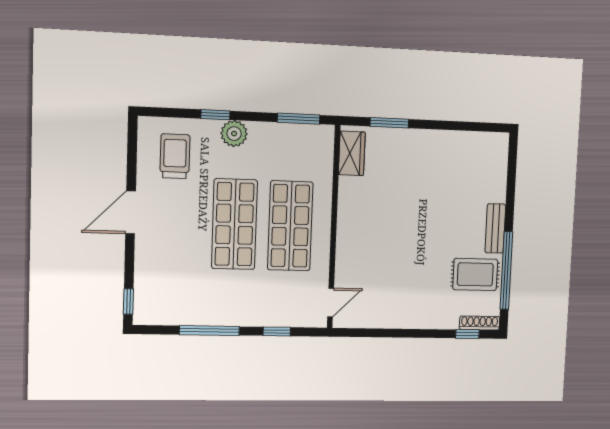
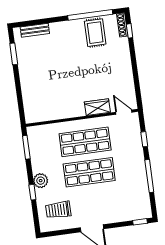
window: (389, 123) -> (14, 54), moved
wardrobe: (352, 153) -> (97, 107), moved
bench: (495, 228) -> (35, 30), moved

